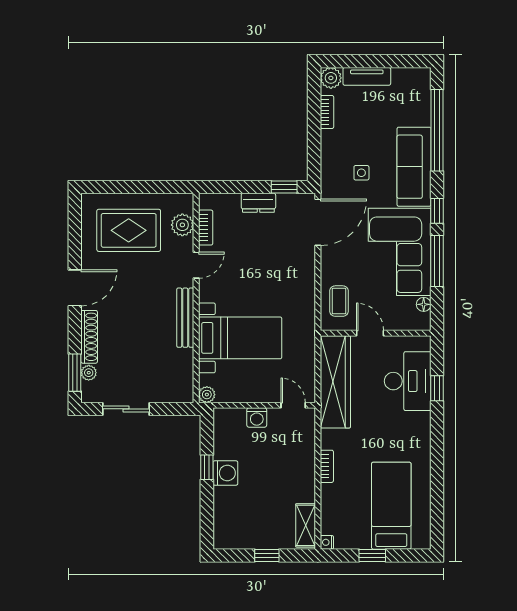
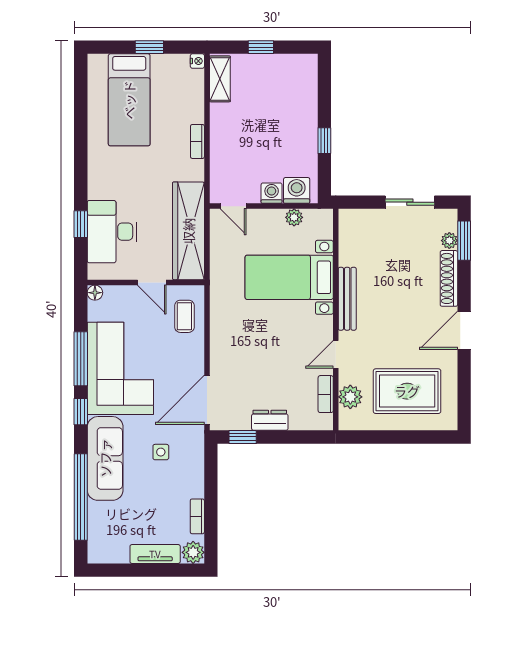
floor lamp: (424, 304) -> (95, 293), moved
plant: (207, 395) -> (294, 217), moved
washing machine: (225, 473) -> (297, 190), moved, turned 90

